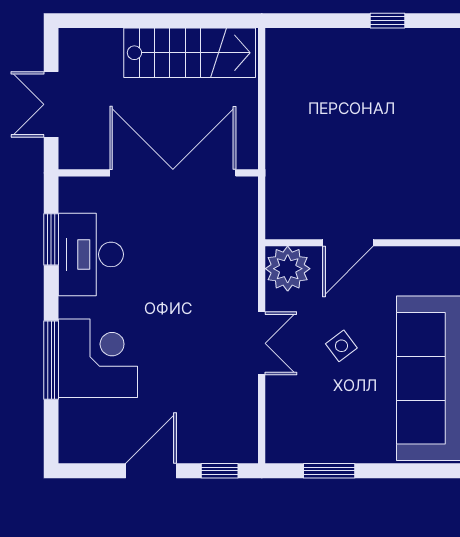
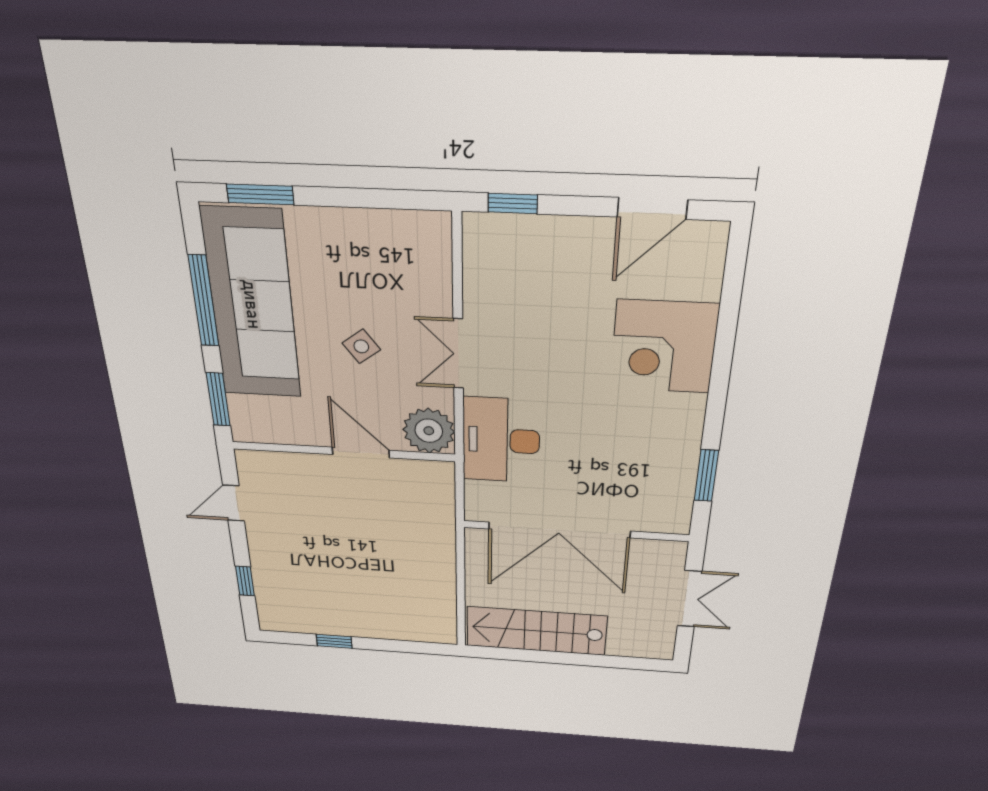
door: (348, 243) -> (361, 452), hinge flipped
desk: (91, 254) -> (501, 440), moved, turned 180
window: (51, 360) -> (724, 348), removed
door: (151, 471) -> (652, 208), moved
window: (329, 471) -> (260, 194), moved

